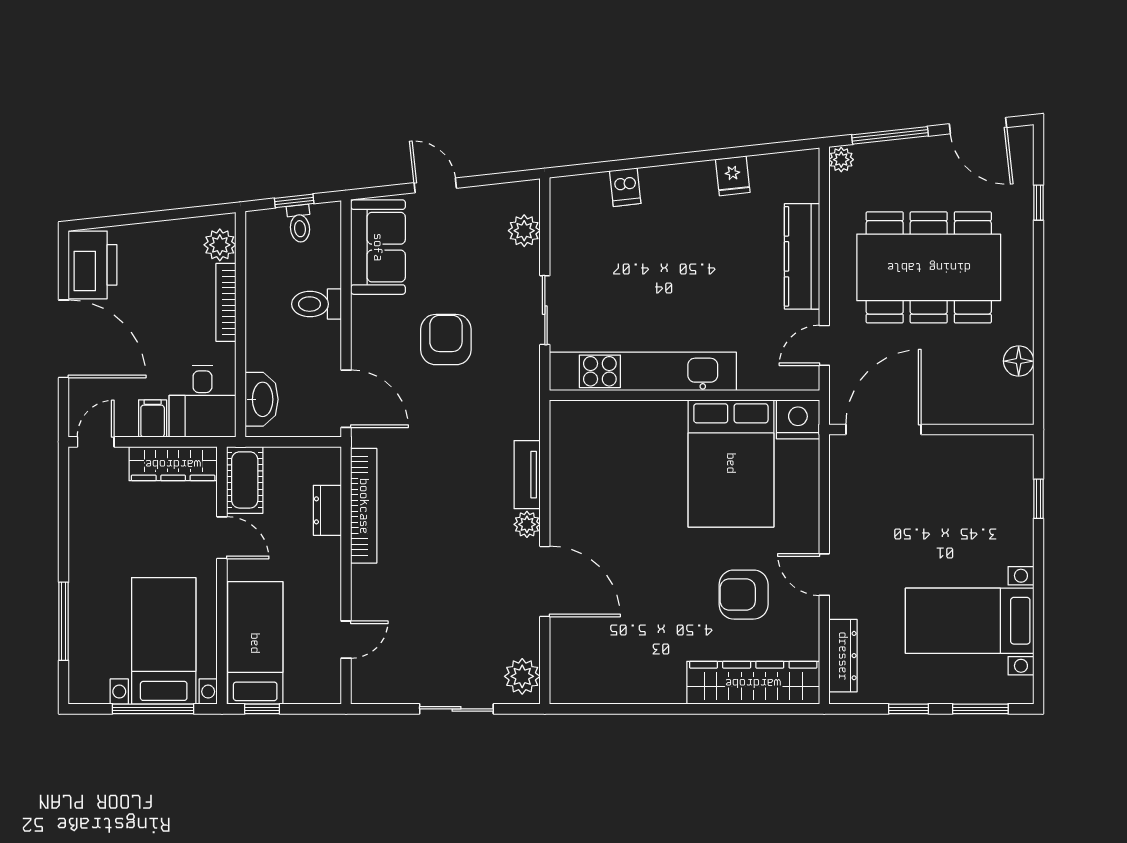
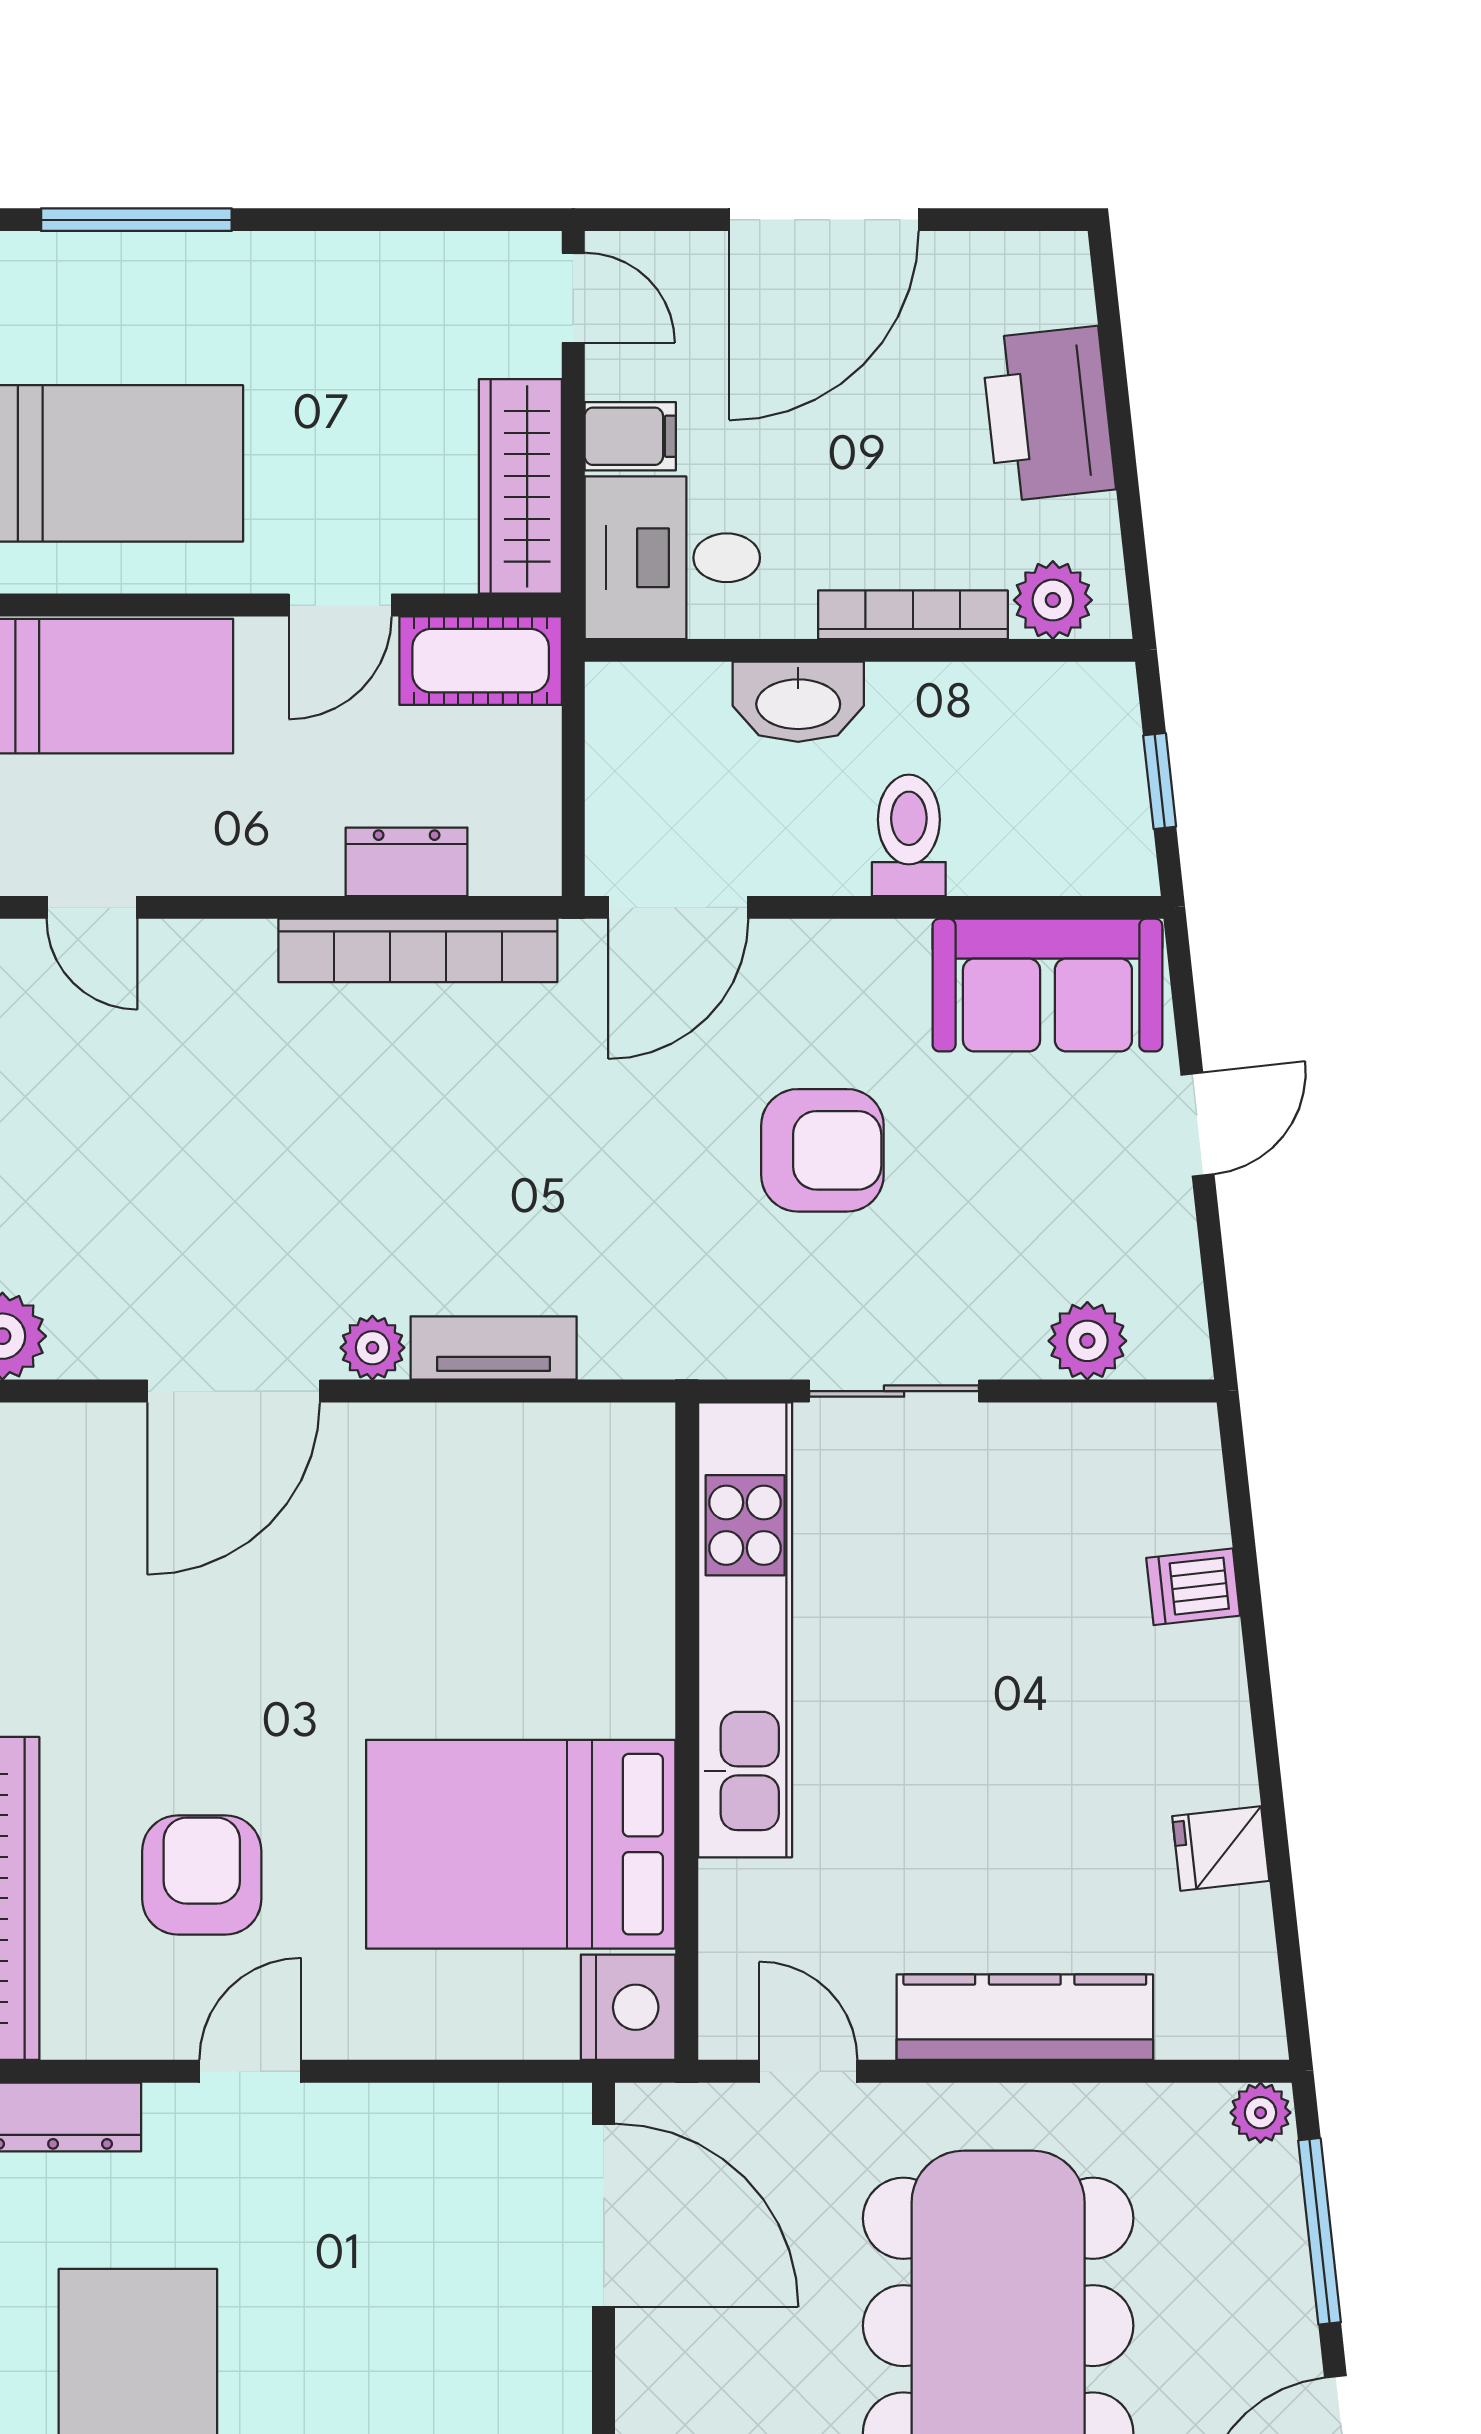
toilet: (299, 224) -> (1105, 794), removed
printer: (93, 265) -> (1048, 414), moved, turned 84
washbasin: (262, 399) -> (798, 702), moved

